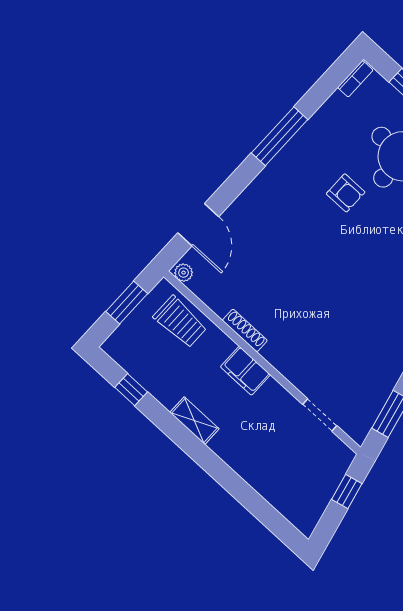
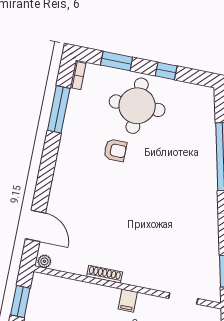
window: (280, 136) -> (59, 109), moved
trolley: (180, 322) -> (61, 293), removed
filing cabinet: (245, 371) -> (128, 301), width x0.50

